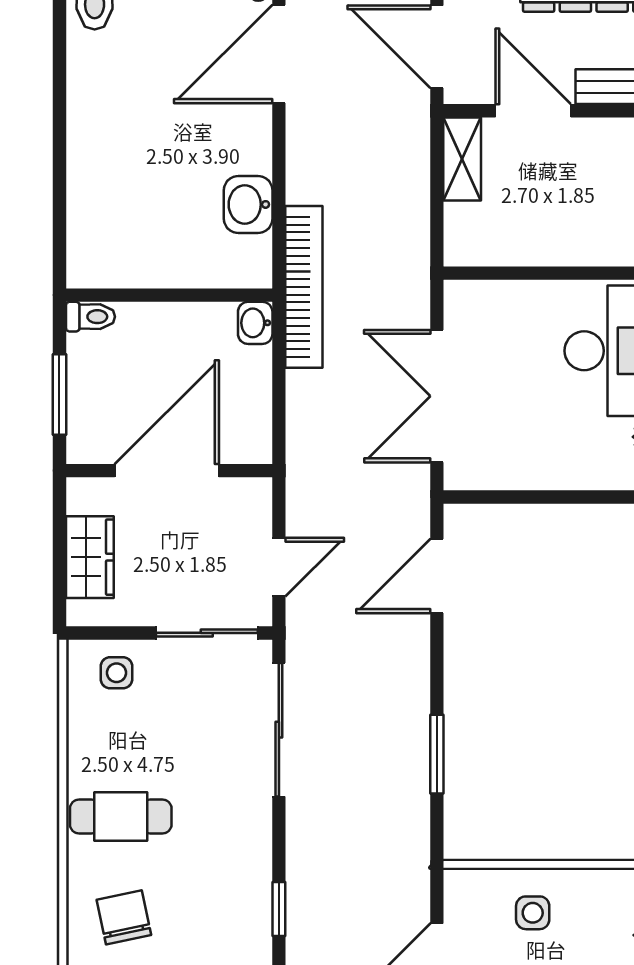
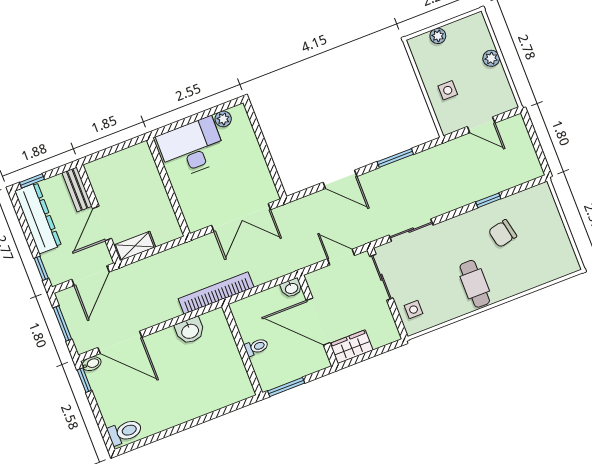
toilet: (90, 317) -> (256, 347), moved, turned 90
washbasin: (255, 323) -> (291, 288), moved
window: (59, 394) -> (286, 387), moved
wardrobe: (90, 557) -> (351, 347), moved
door: (437, 576) -> (340, 179), moved
sliding door: (279, 730) -> (411, 230), width x0.73
chair: (124, 917) -> (503, 233), moved

